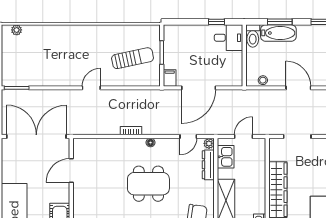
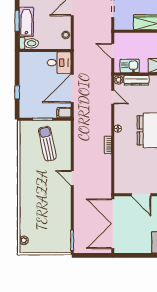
window: (217, 22) -> (17, 92), moved
desk: (229, 38) -> (59, 63), moved, turned 90
door: (199, 88) -> (72, 88), swing flipped

